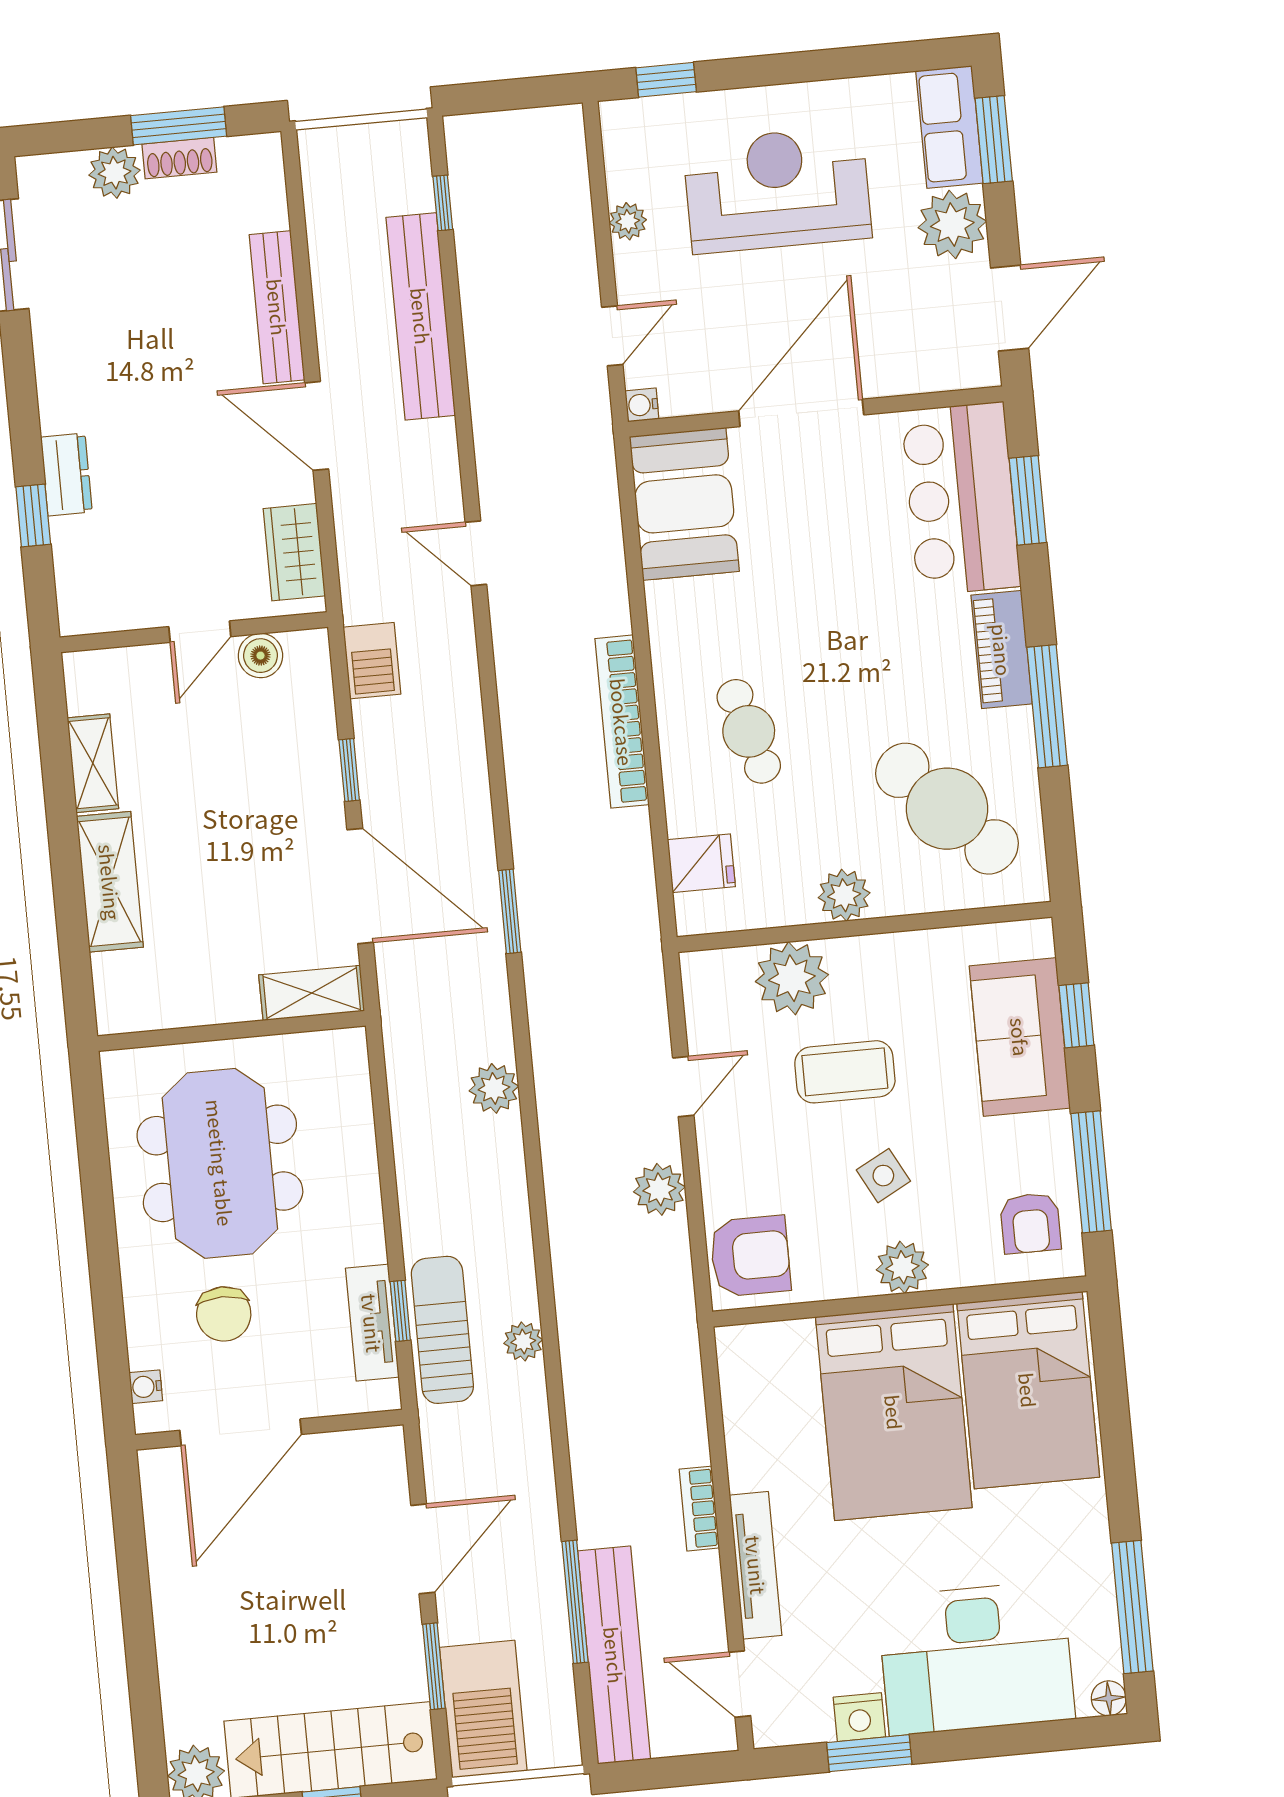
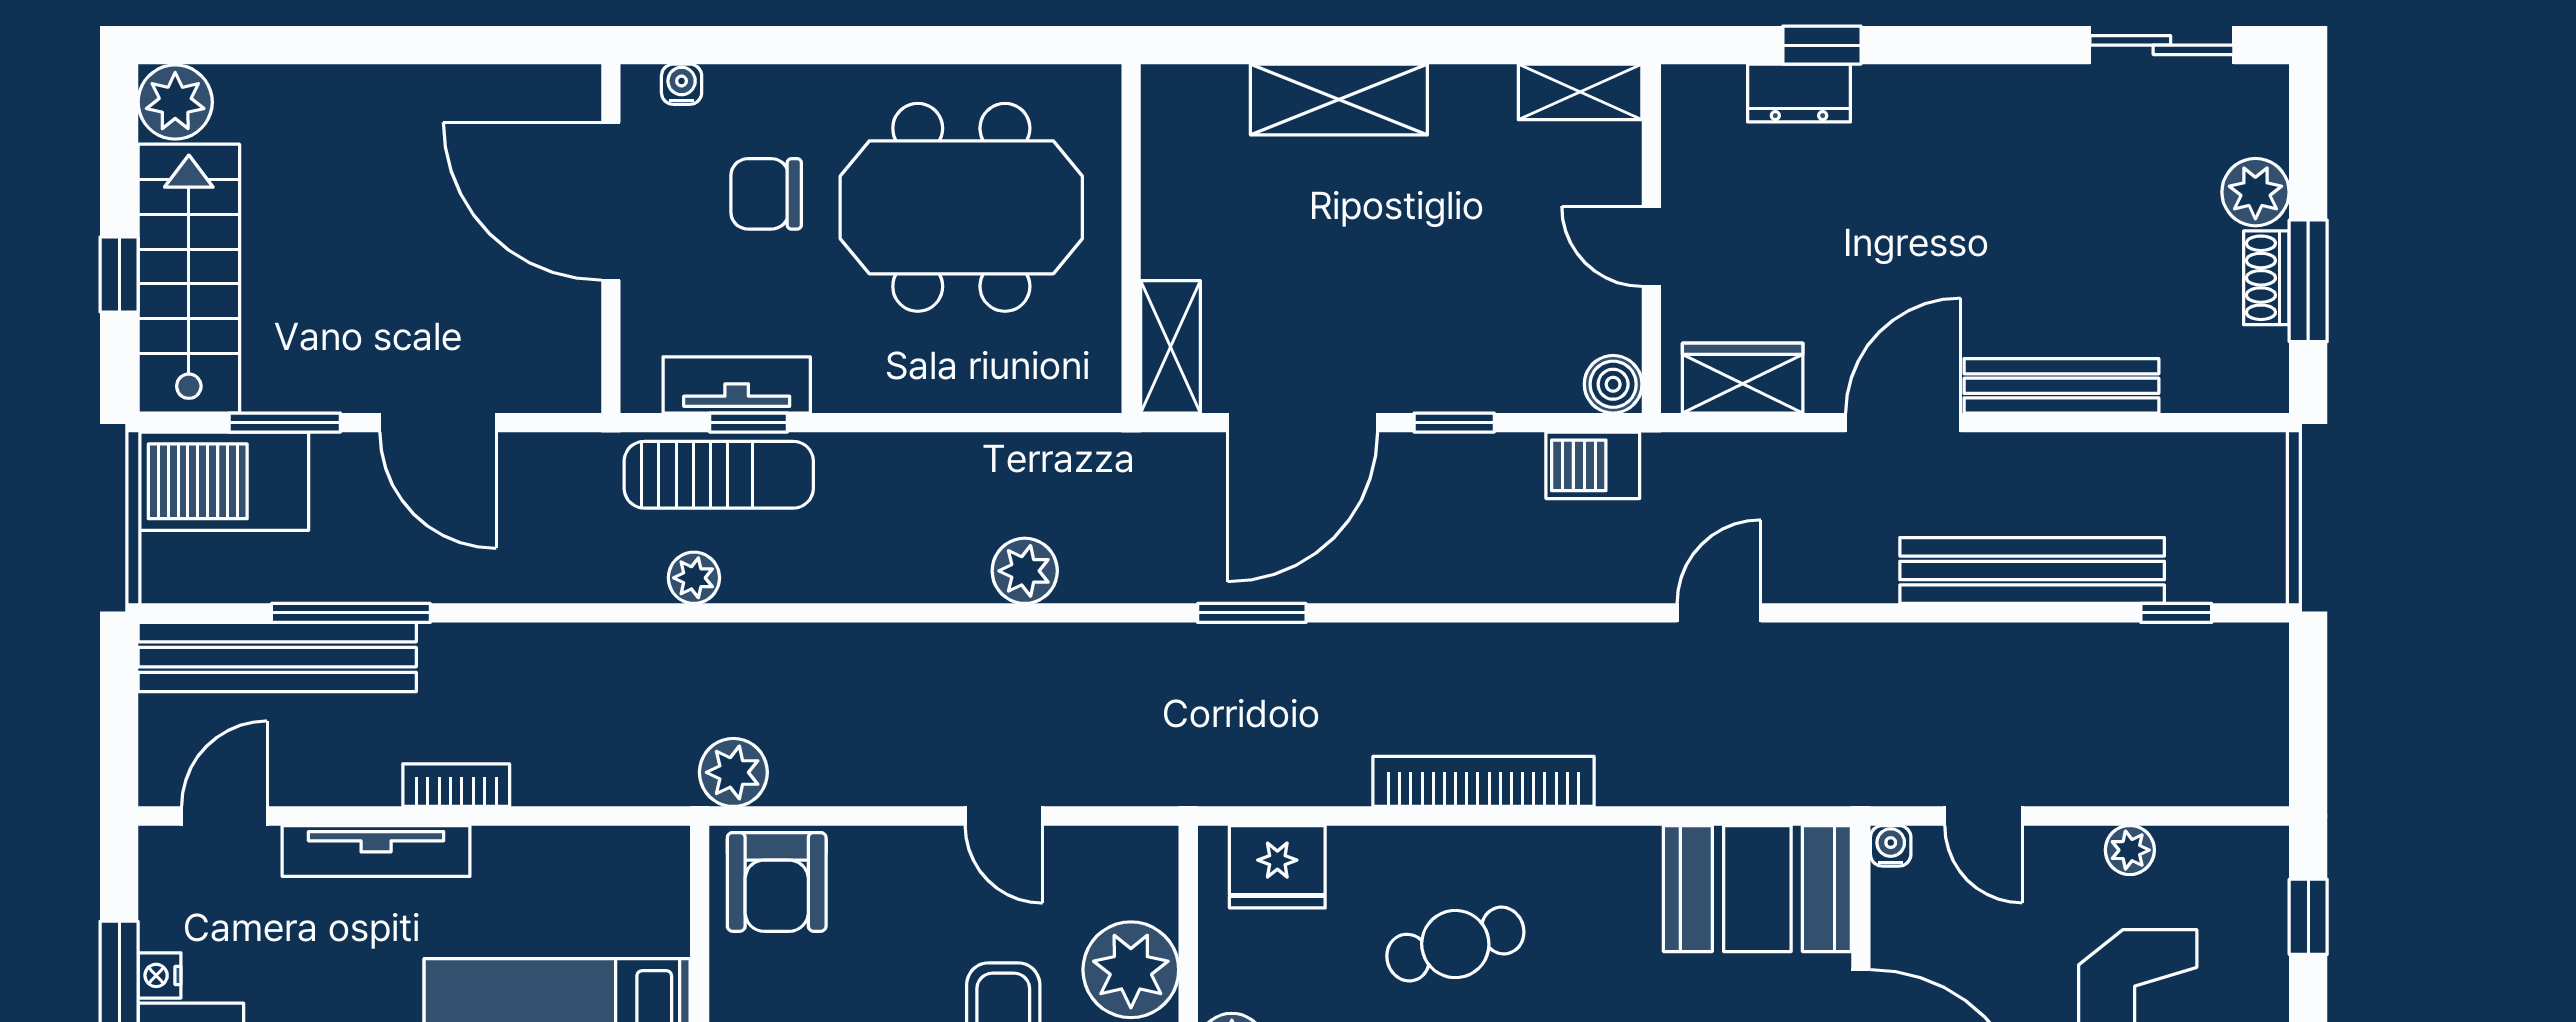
dresser: (66, 474) -> (1799, 93), moved
boiler: (260, 656) -> (1613, 384), moved
shelving: (93, 763) -> (1580, 92), moved
fridge: (701, 863) -> (1277, 867), width x1.38
plant: (659, 1189) -> (733, 772), moved
nightstand: (859, 1717) -> (160, 975), width x0.72, depth x0.74

